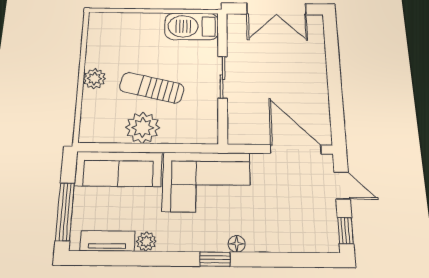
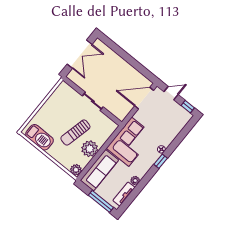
barbecue: (192, 26) -> (39, 137), moved, turned -90
plant: (94, 79) -> (76, 170), moved

